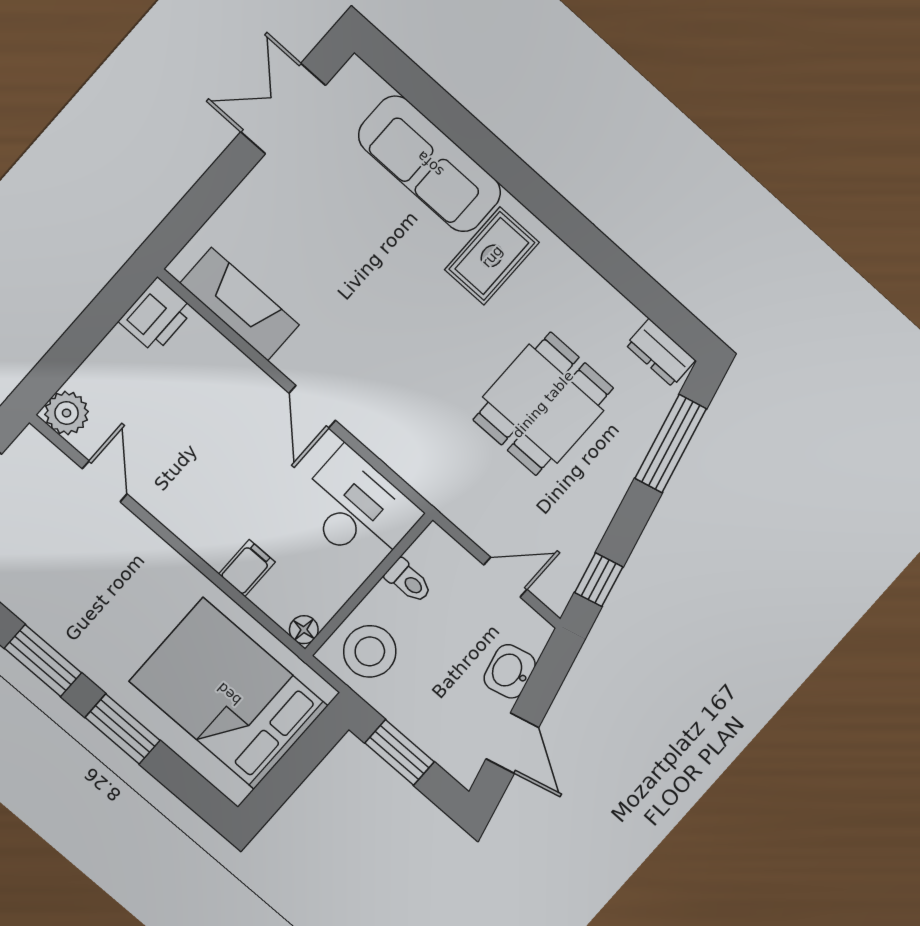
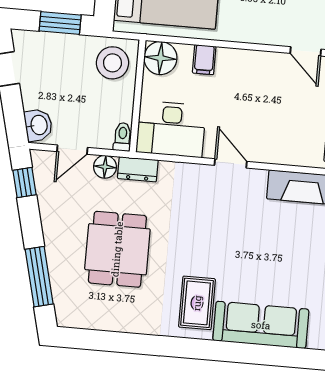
dresser: (661, 353) -> (138, 169), moved, turned 180
floor lamp: (480, 523) -> (105, 167), added
toilet: (408, 581) -> (122, 137), moved, turned 90
floor lamp: (304, 630) -> (160, 58), width x1.89, depth x1.89
washbasin: (510, 671) -> (38, 125), moved

